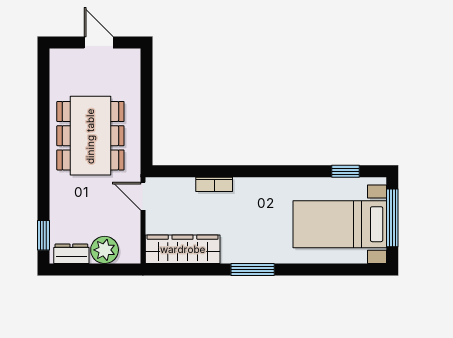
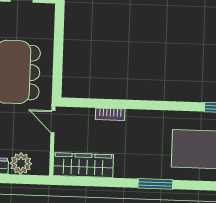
window: (253, 270) -> (155, 184), moved

